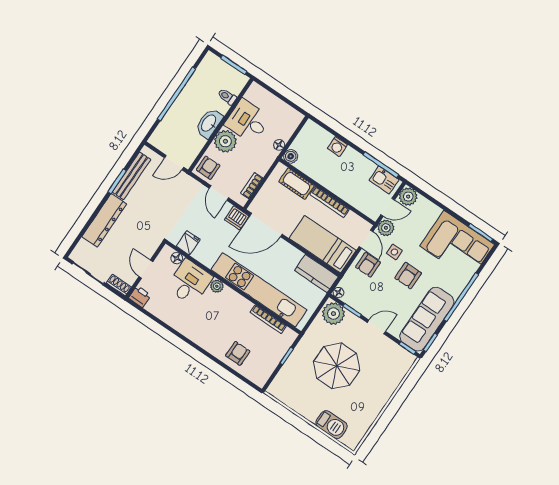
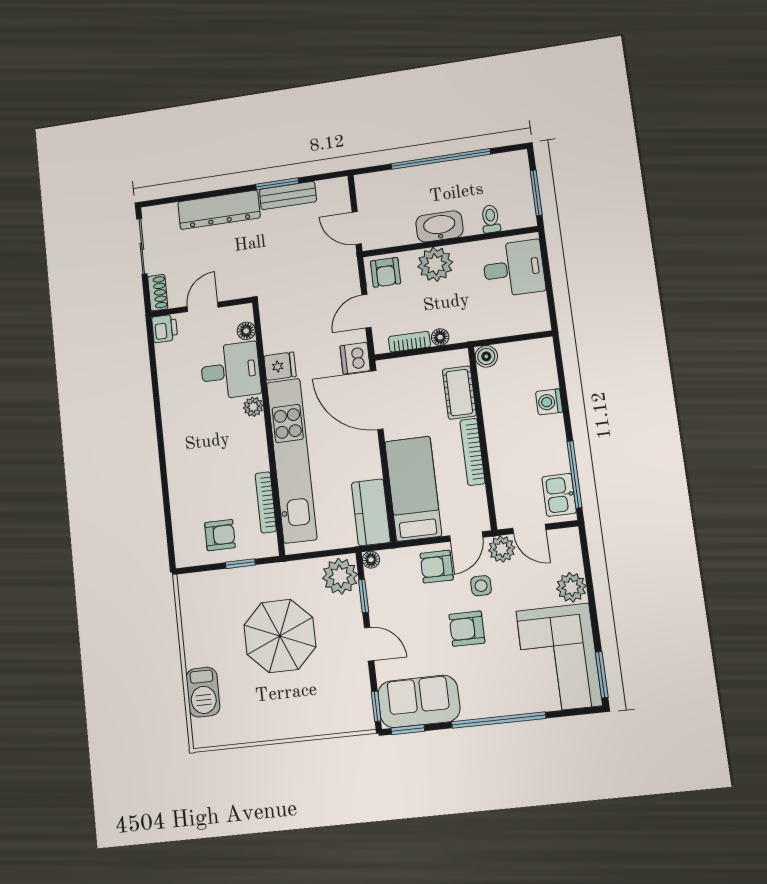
desk: (248, 121) -> (514, 269), moved, turned 90
floor lamp: (279, 145) -> (440, 337), moved
armchair: (208, 168) -> (386, 272), turned 90
bench: (131, 176) -> (288, 196), width x0.73
plant: (408, 197) -> (571, 587), moved
fridge: (188, 243) -> (280, 366), moved
sofa: (427, 319) -> (419, 701), width x0.73
armchair: (238, 353) -> (220, 535), moved

